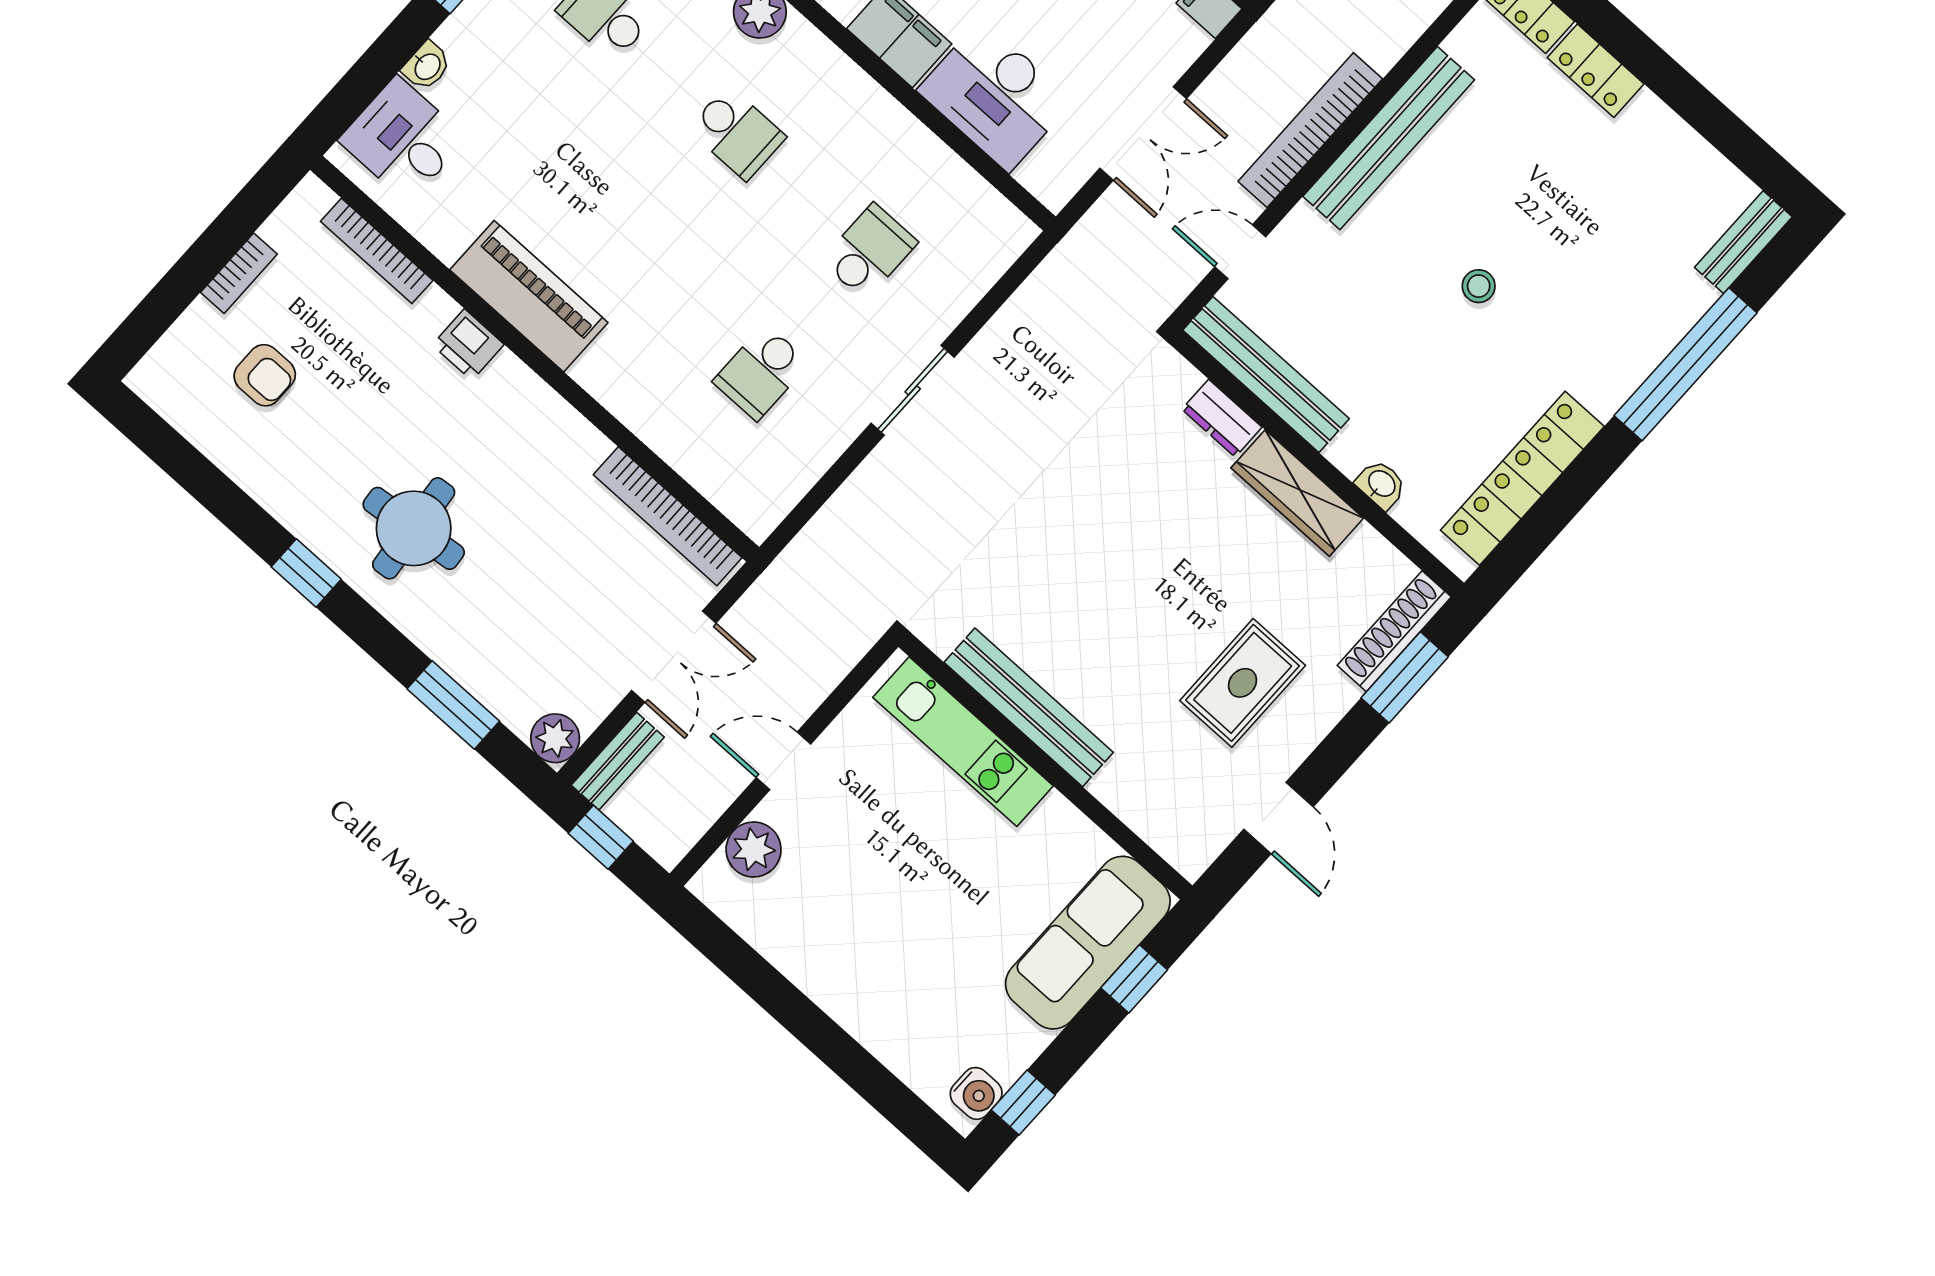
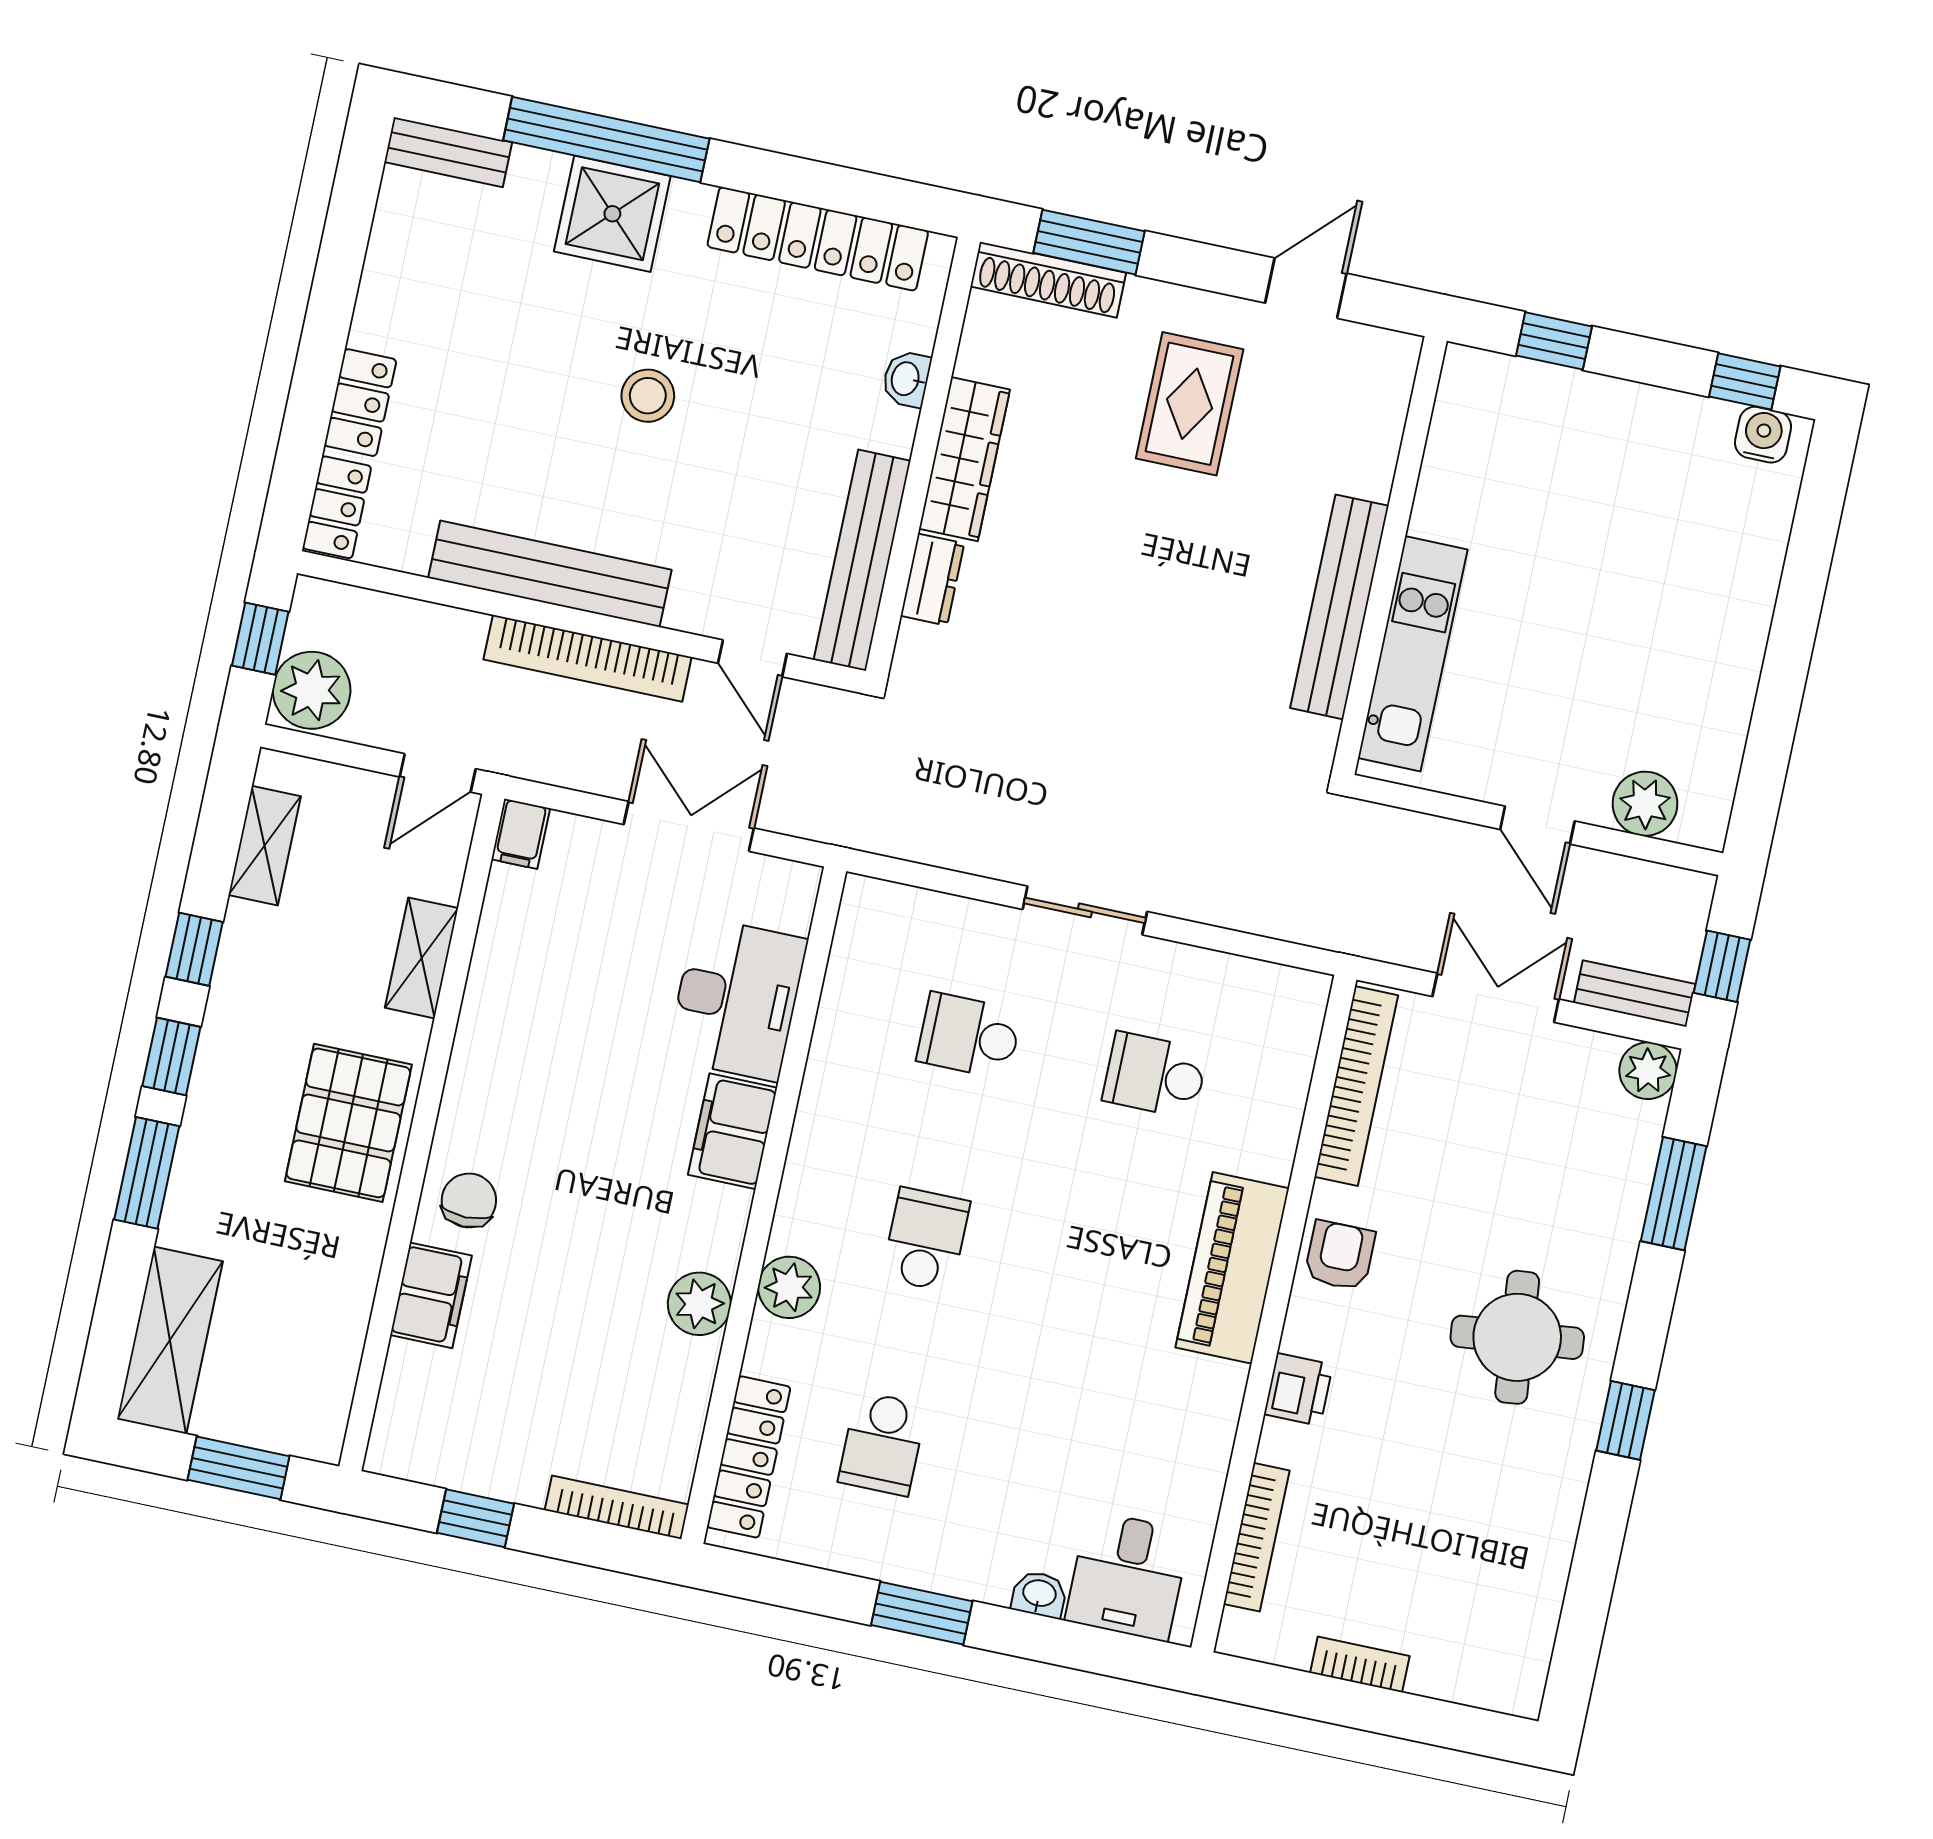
stool: (1479, 286) -> (648, 396), width x1.37, depth x1.37
piano: (529, 296) -> (1232, 1268), moved
shower: (1628, 337) -> (612, 214), added
school desk: (761, 372) -> (1155, 1075), turned 180
armchair: (265, 375) -> (1340, 1255), moved
rug: (1243, 683) -> (1190, 404), turned 90
sofa: (1088, 943) -> (1544, 409), removed

